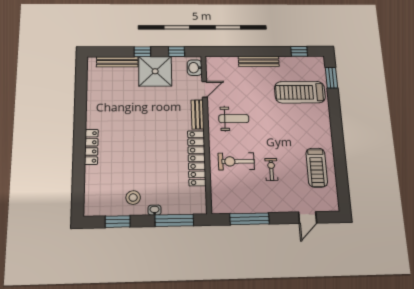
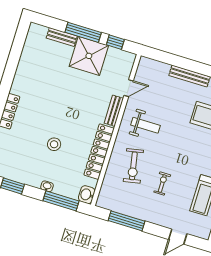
window: (142, 52) -> (83, 32), width x2.17
bench: (117, 62) -> (62, 37), width x0.73
washbasin: (195, 68) -> (87, 195), moved
exercise bike: (236, 161) -> (133, 166), turned -101
stool: (133, 198) -> (54, 144), moved

